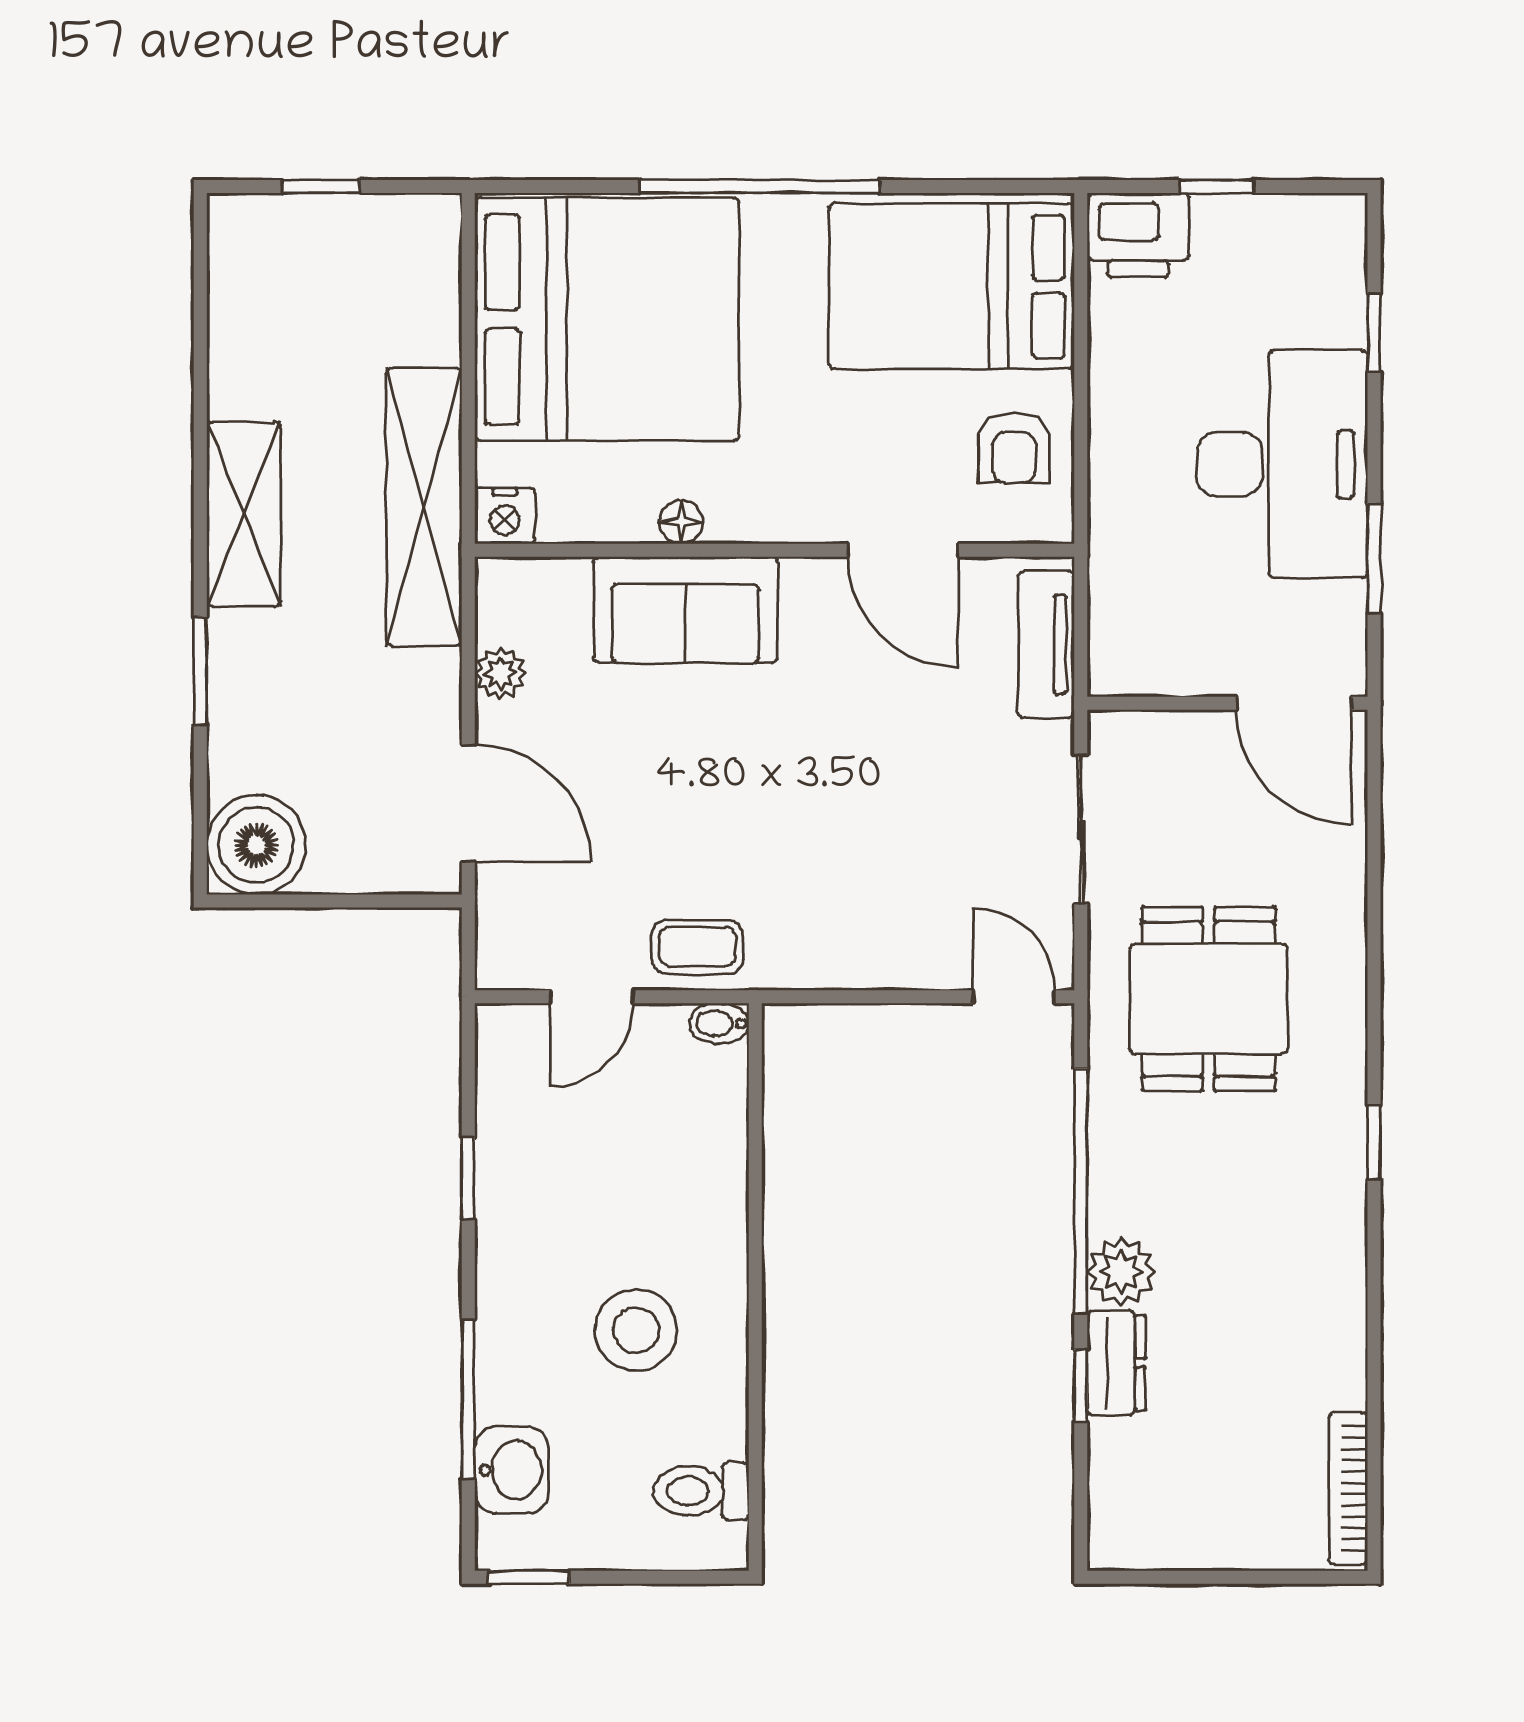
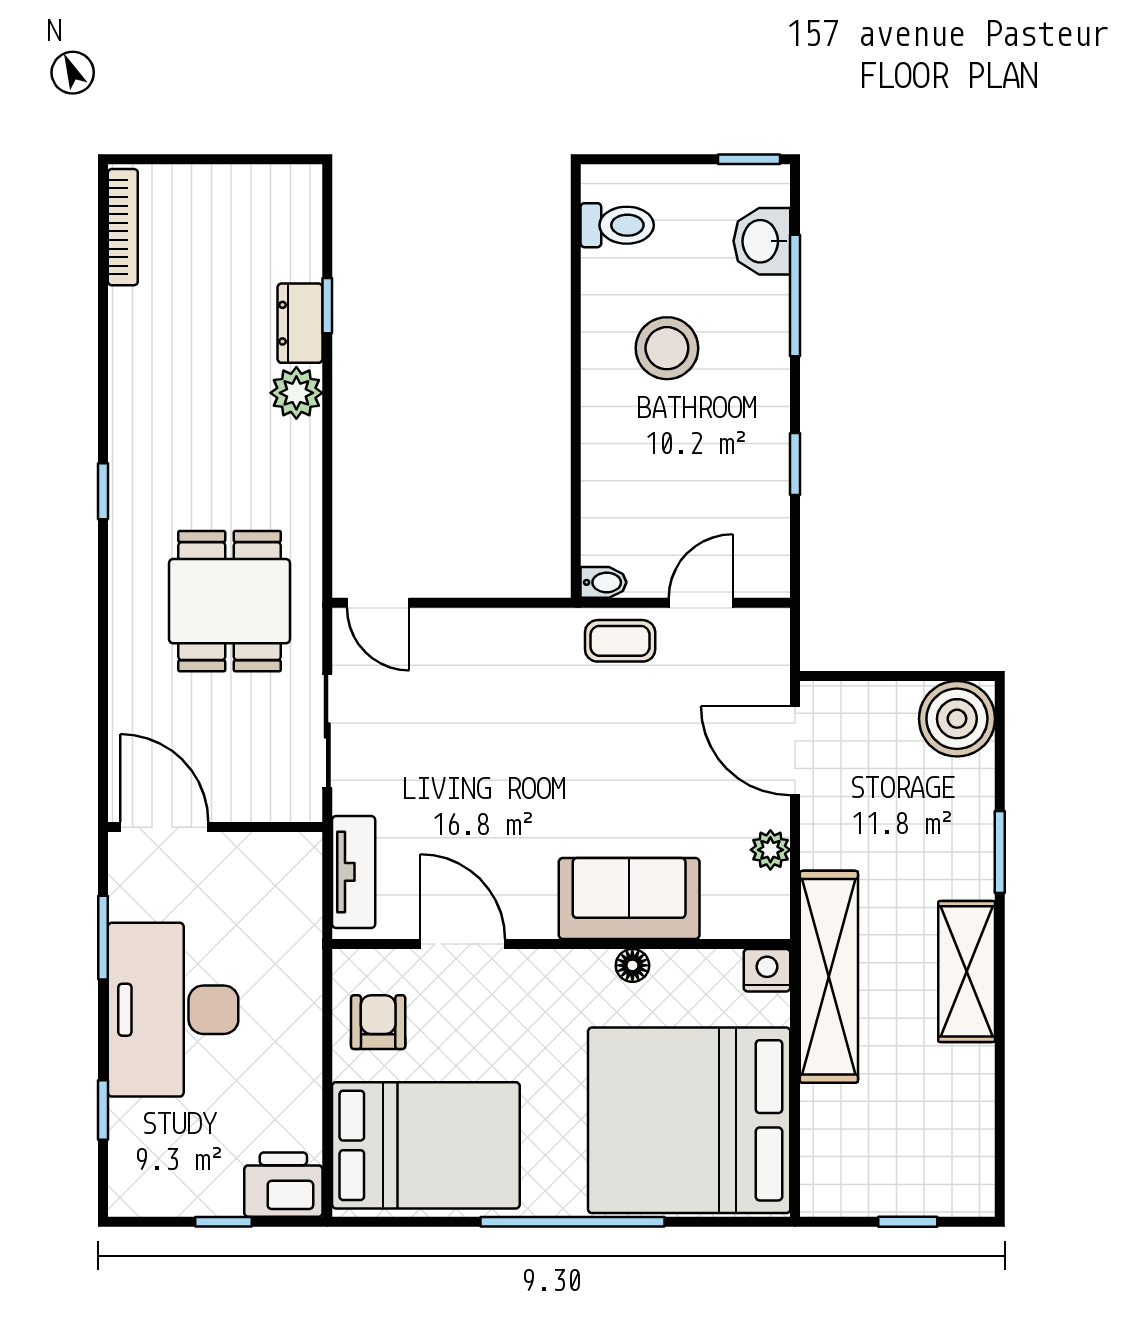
window: (1081, 1191) -> (327, 454), removed

